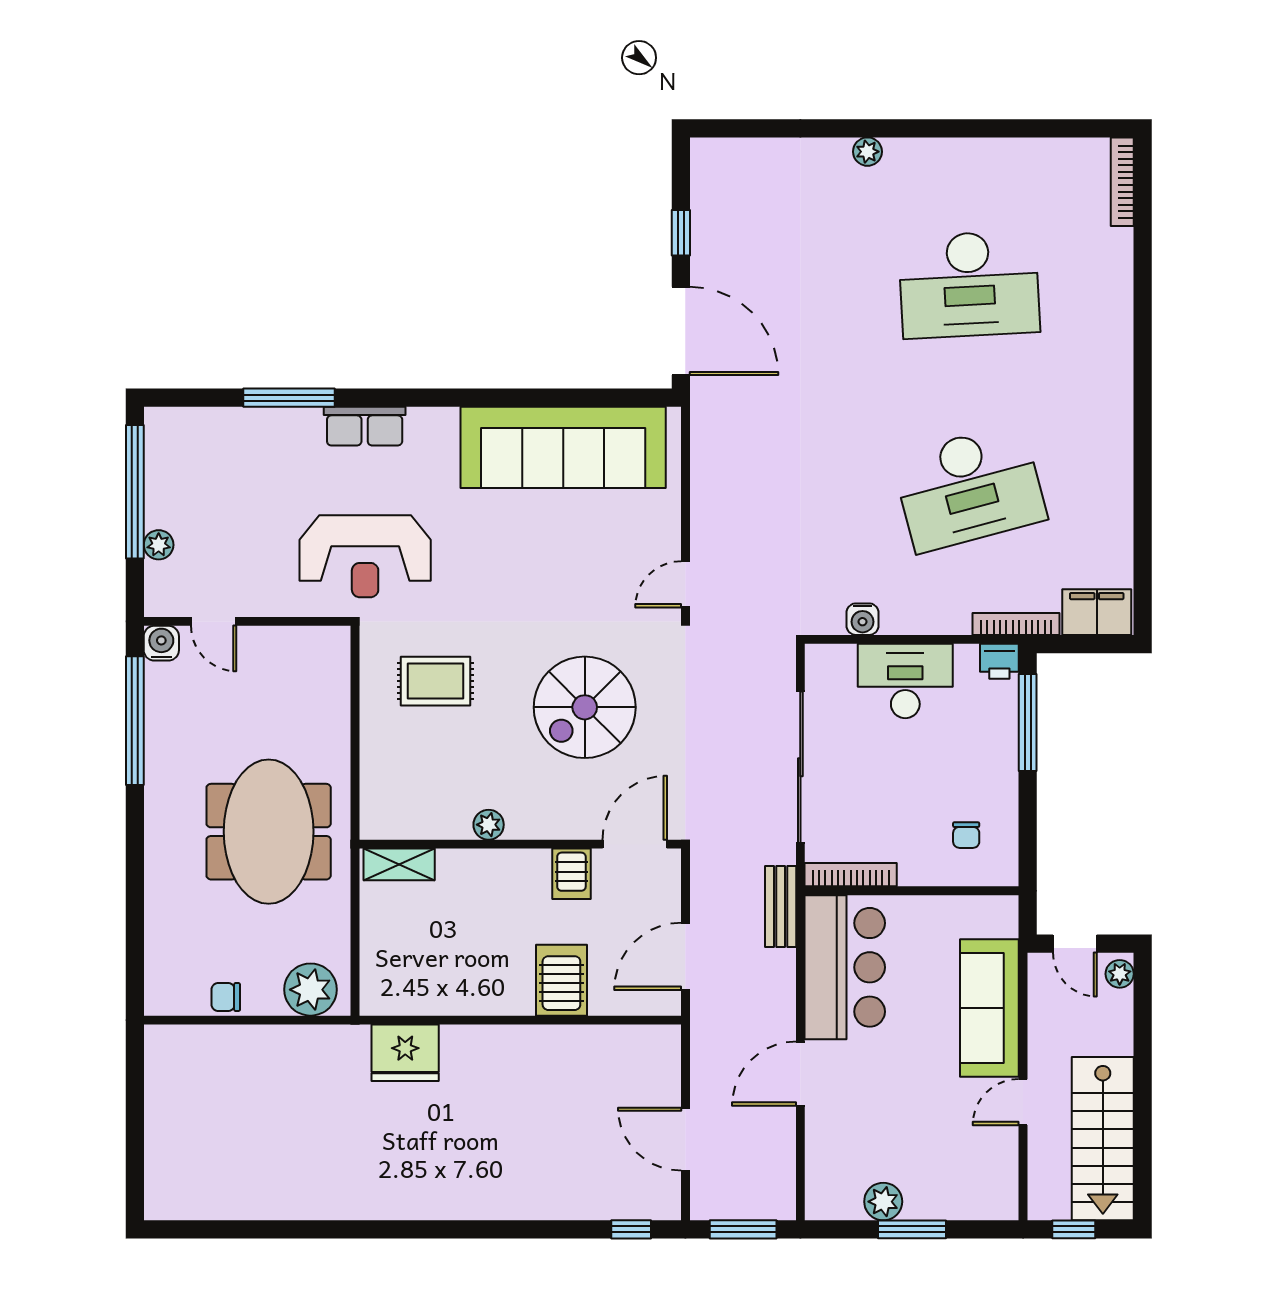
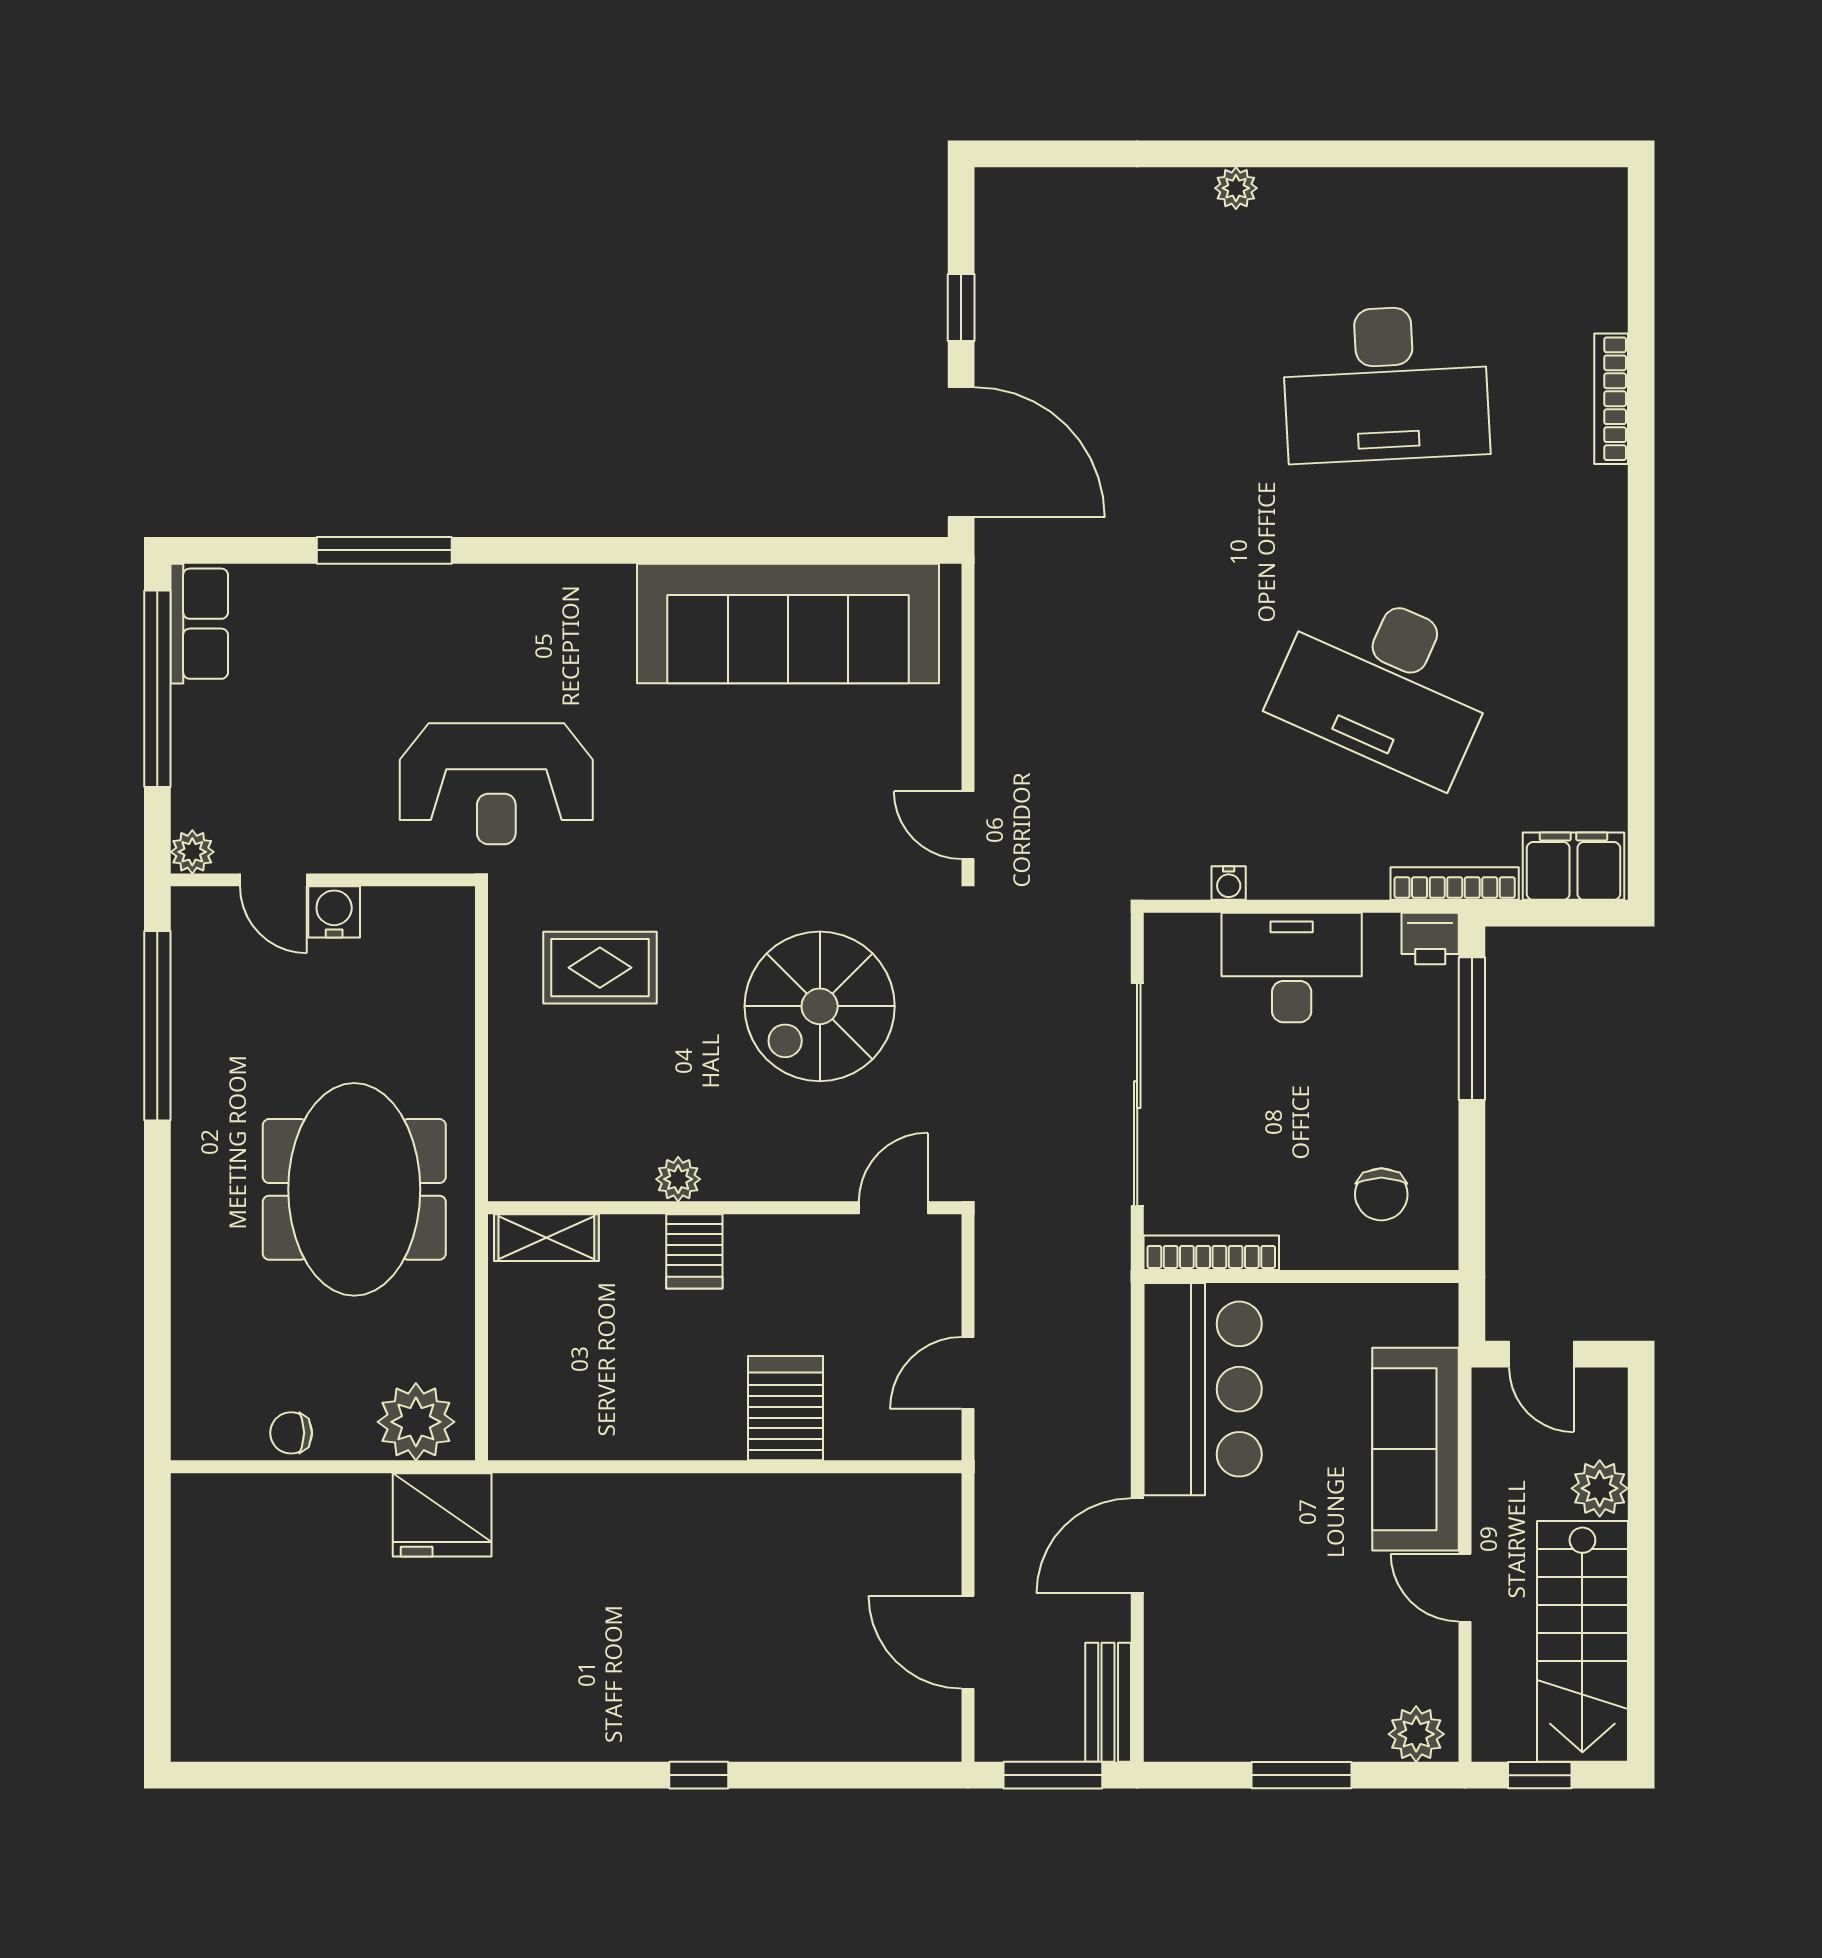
bookcase: (1122, 182) -> (1611, 399), moved
row of seats: (365, 426) -> (199, 624), moved, turned -90
desk: (969, 488) -> (1386, 683), turned 39
plant: (159, 545) -> (192, 852), moved
door: (685, 584) -> (968, 825), hinge flipped
water cooler: (862, 619) -> (1229, 883), width x0.72, depth x0.72
water cooler: (161, 643) -> (334, 912), moved
chair: (966, 835) -> (1381, 1194), width x1.37, depth x1.37
door: (635, 844) -> (893, 1208), width x0.73
server rack: (571, 874) -> (694, 1251), moved
bench: (781, 907) -> (1108, 1702), moved
door: (685, 956) -> (968, 1373), width x0.73
plant: (1120, 974) -> (1600, 1488), moved, width x1.38, depth x1.38
fridge: (405, 1053) -> (442, 1515), moved
door: (1023, 1102) -> (1465, 1588), hinge flipped
plant: (883, 1202) -> (1416, 1734), moved
window: (631, 1229) -> (699, 1775), moved

